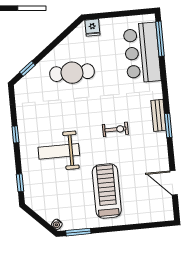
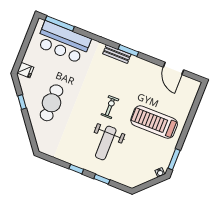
window: (27, 69) -> (22, 102), moved
exercise bike: (115, 129) -> (110, 107), moved
window: (20, 183) -> (102, 179), moved
door: (174, 183) -> (174, 68), hinge flipped

